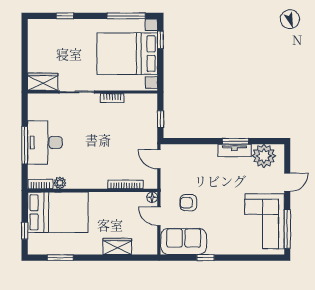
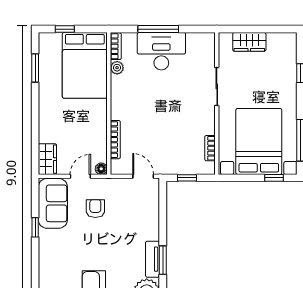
wardrobe: (43, 82) -> (249, 42), moved, turned 90
bookcase: (112, 98) -> (210, 148), moved
door: (159, 159) -> (143, 176), hinge flipped
wardrobe: (117, 246) -> (47, 159), moved

